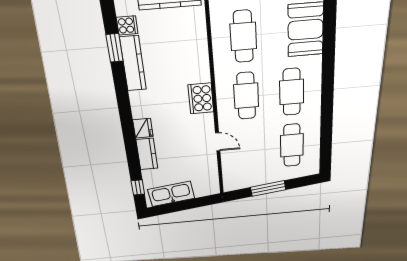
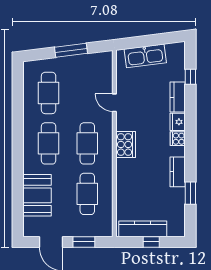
cooker: (127, 25) -> (178, 139), moved
kitchen counter: (133, 63) -> (178, 172), width x0.67
window: (138, 187) -> (190, 77), moved
kitchen sink: (171, 194) -> (145, 56), moved

